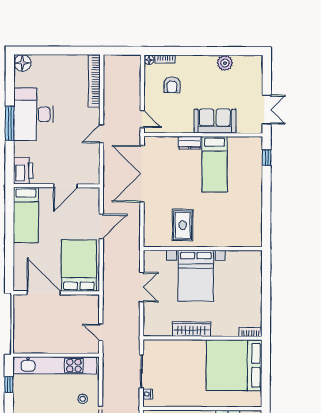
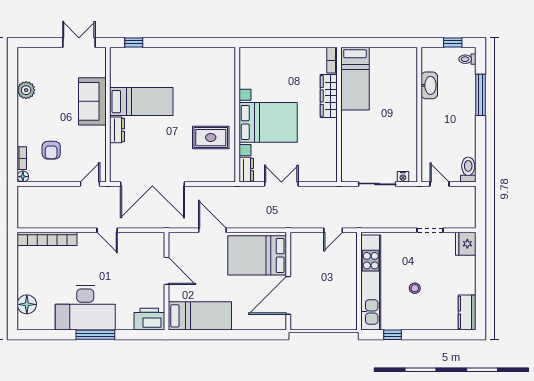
floor lamp: (22, 63) -> (27, 304), moved
armchair: (172, 85) -> (51, 150), turned 90
dresser: (154, 256) -> (246, 170), added
wardrobe: (191, 329) -> (329, 96), moved
bed: (234, 365) -> (355, 79), width x0.49
stool: (83, 399) -> (415, 288), moved

